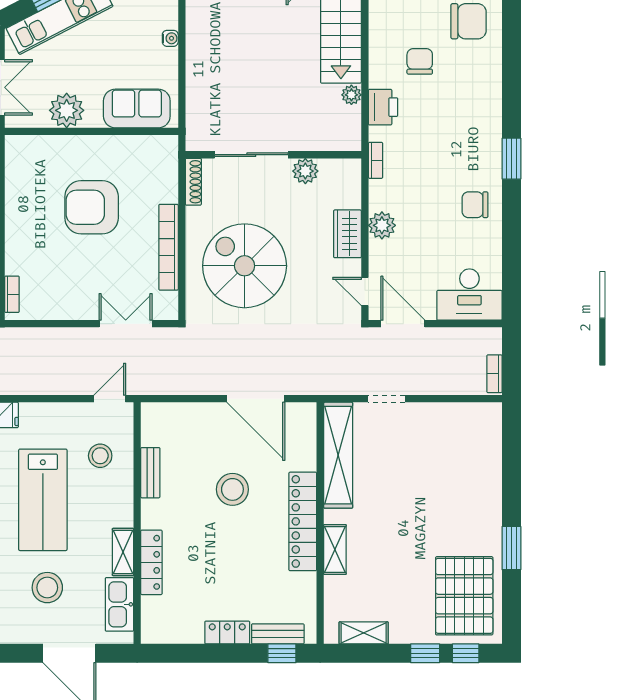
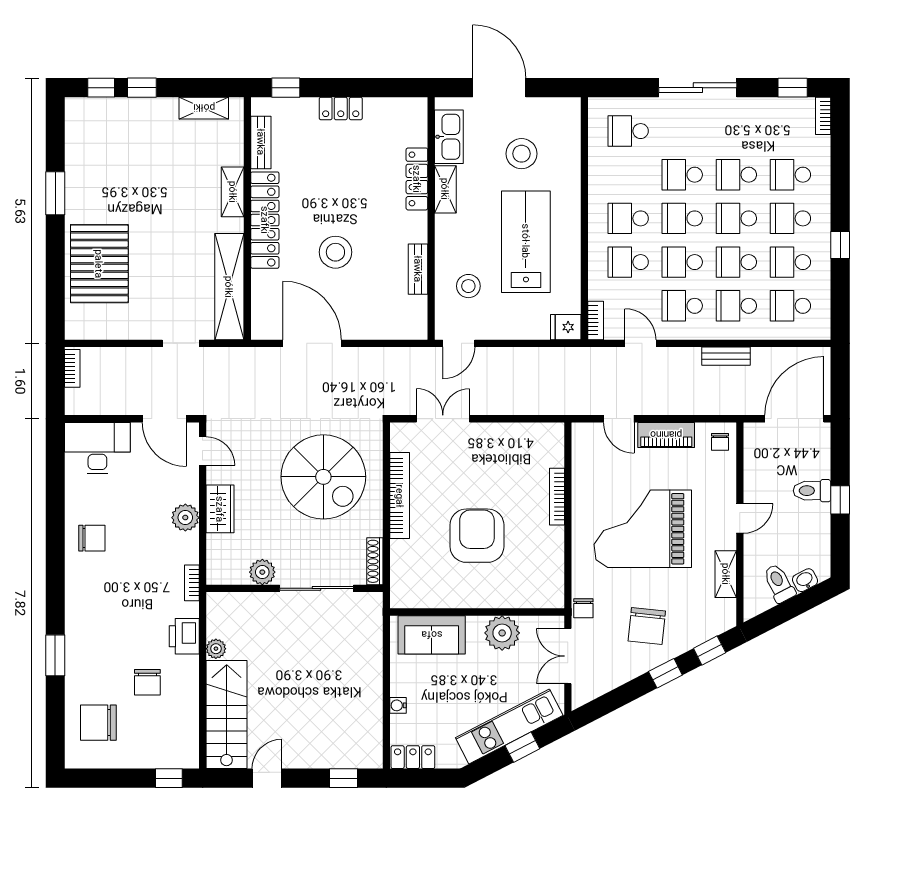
window: (511, 159) -> (55, 655), moved
armchair: (92, 207) -> (477, 536), turned -90
bookcase: (12, 294) -> (557, 497), moved, width x1.56
double door: (126, 324) -> (443, 419), swing flipped
pallet: (464, 596) -> (99, 264), moved
bench: (278, 634) -> (261, 142), moved, turned 90

